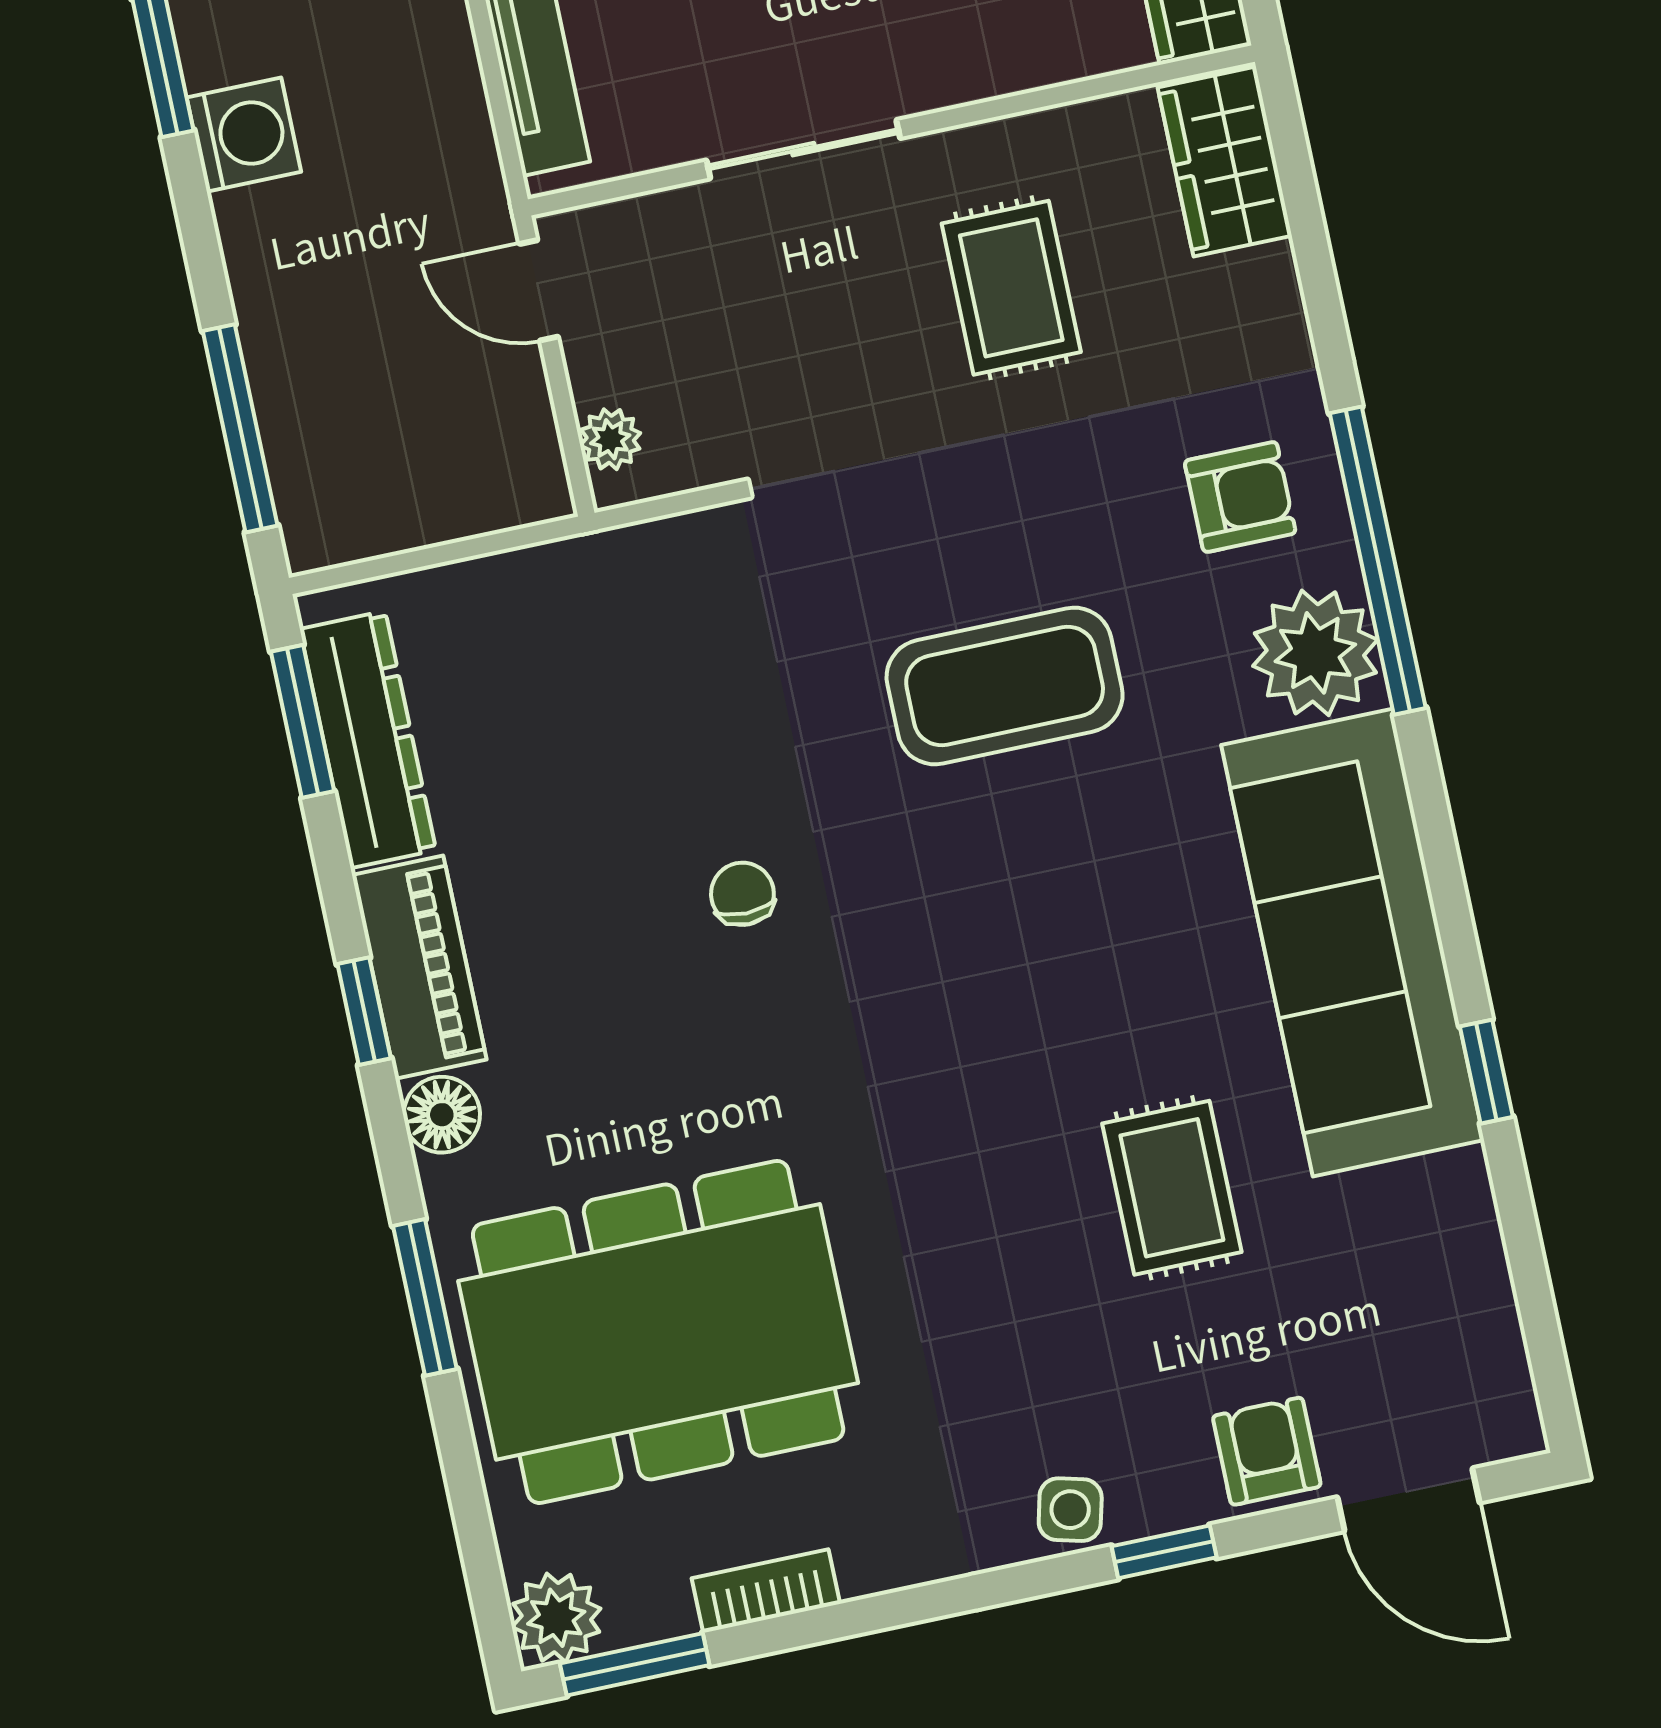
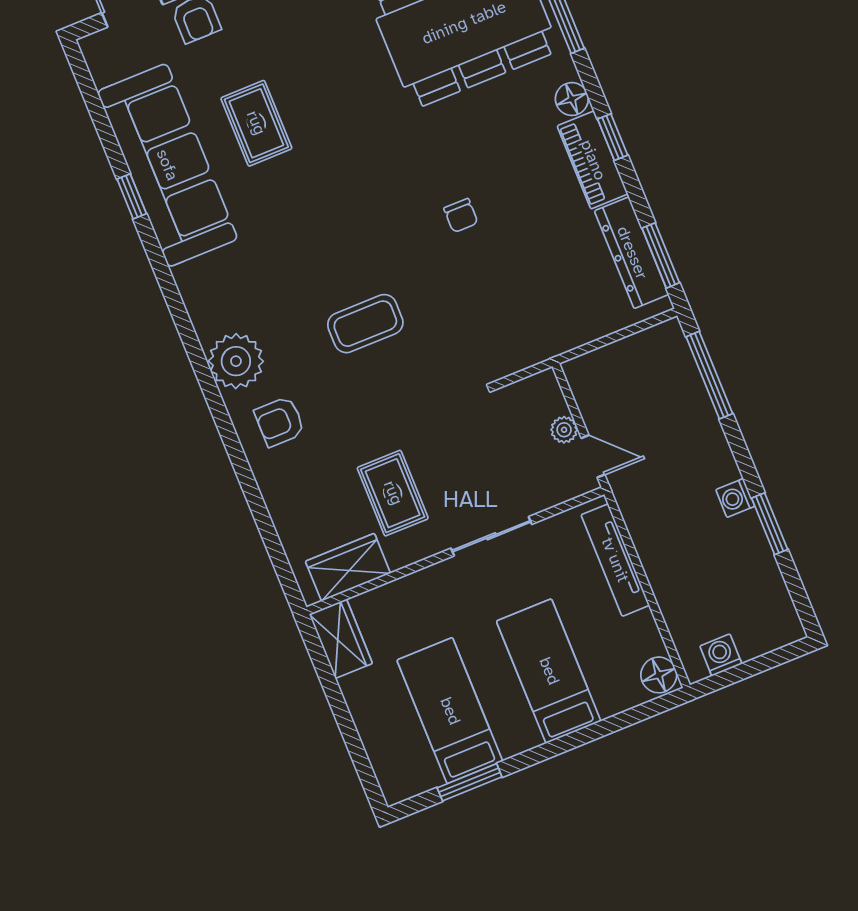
washing machine: (244, 135) -> (735, 498), width x0.73, depth x0.73
wardrobe: (1225, 162) -> (348, 567), moved, turned -90
plant: (610, 439) -> (564, 430), moved
window: (1378, 561) -> (216, 405), removed
coffee table: (1005, 686) -> (365, 324), width x0.73, depth x0.76
sofa: (1353, 943) -> (167, 165), moved

